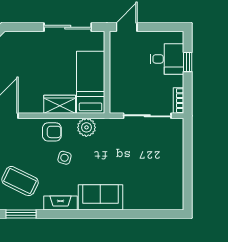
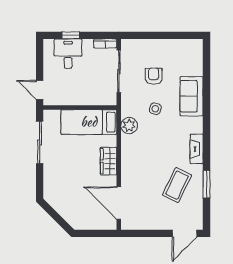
wardrobe: (60, 104) -> (109, 161), moved
armchair: (52, 132) -> (154, 76), moved
side table: (64, 158) -> (155, 109), moved
sofa: (100, 197) -> (192, 96), moved

